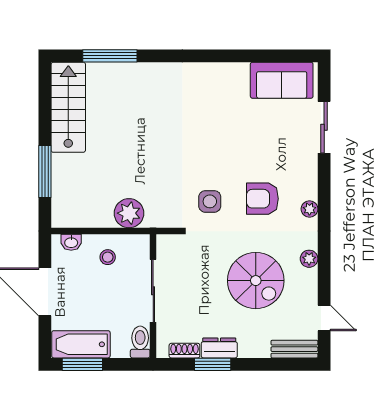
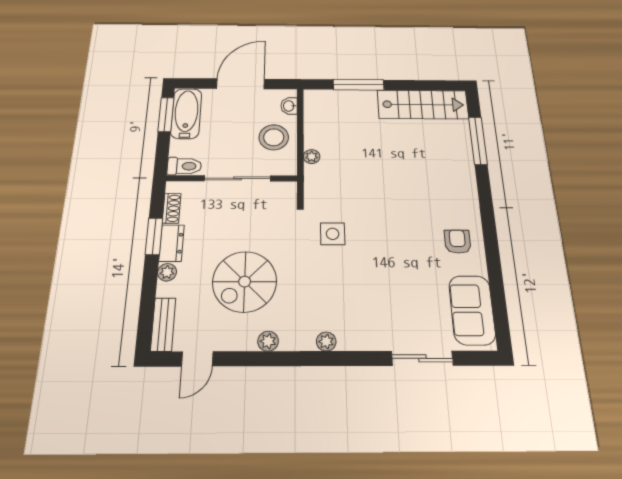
armchair: (262, 199) -> (457, 242), moved, width x0.72, depth x0.72
plant: (129, 213) -> (312, 157), width x0.53, depth x0.53
stool: (108, 257) -> (274, 137), width x1.89, depth x1.89
plant: (247, 350) -> (167, 272), added

